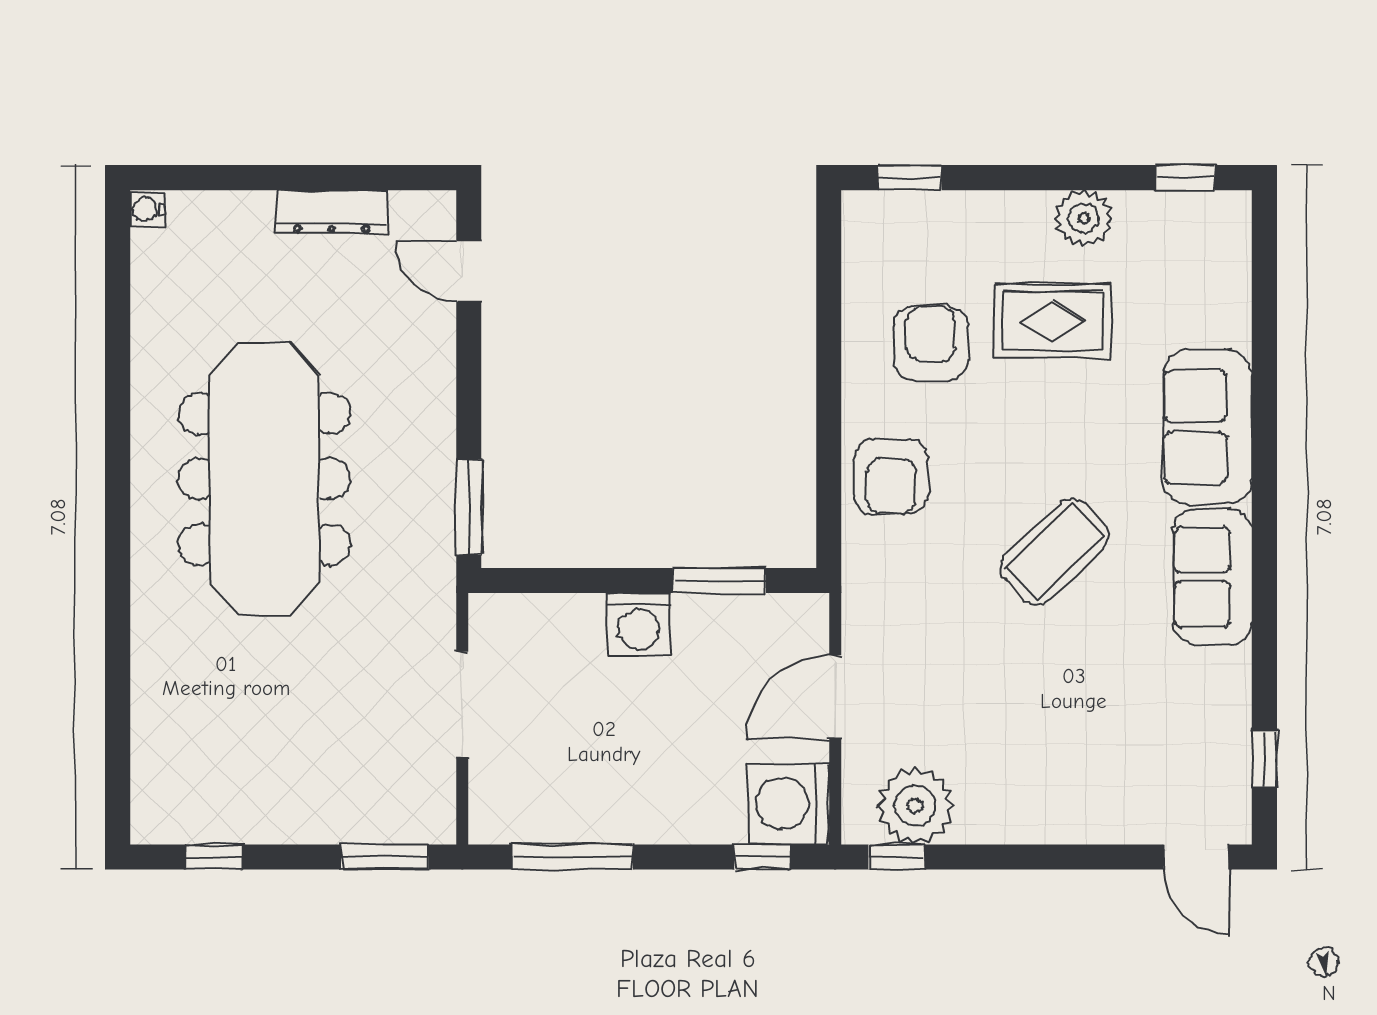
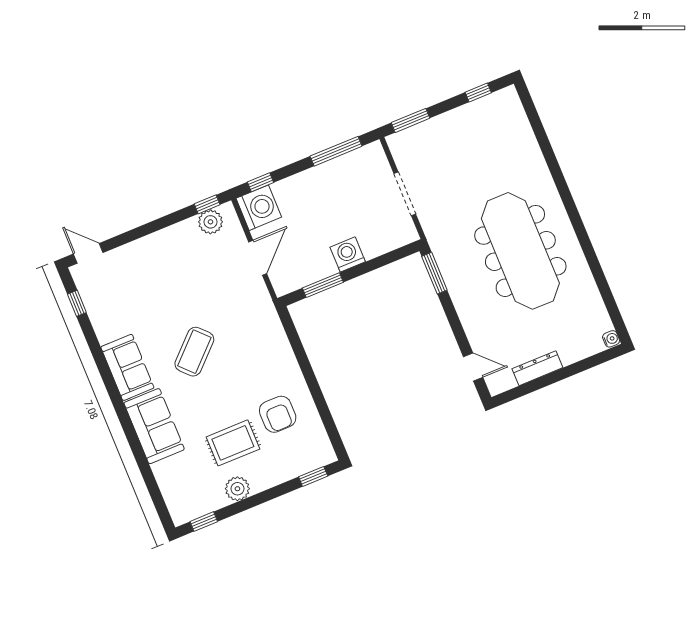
armchair: (891, 477) -> (272, 355), removed
plant: (915, 806) -> (210, 222), width x0.73, depth x0.73

